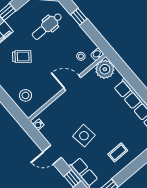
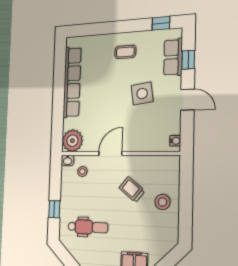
trolley: (22, 56) -> (132, 189), moved
door: (72, 83) -> (110, 153), swing flipped
stool: (26, 95) -> (162, 202), moved

